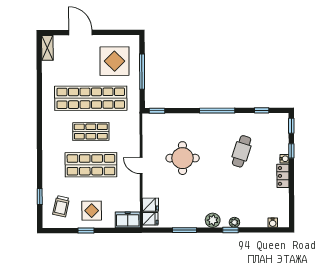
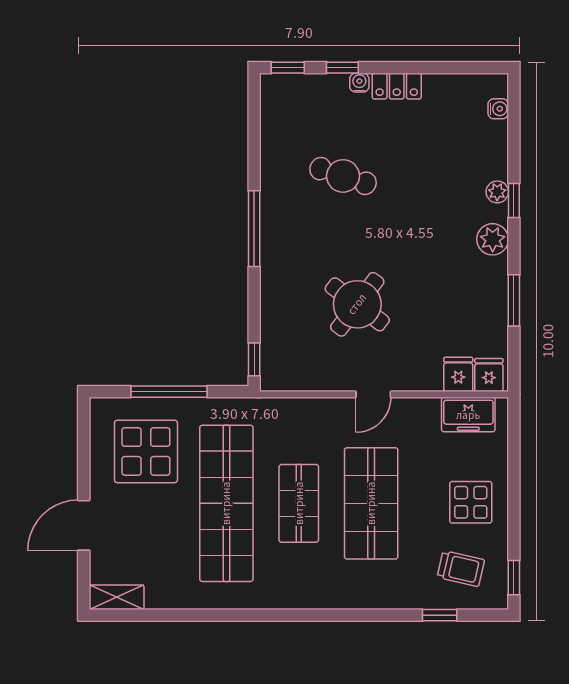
window: (262, 110) -> (254, 132), removed
round table: (183, 158) -> (357, 304), turned 37
freezer: (128, 220) -> (468, 415), moved, turned -90
window: (86, 230) -> (514, 578), moved

